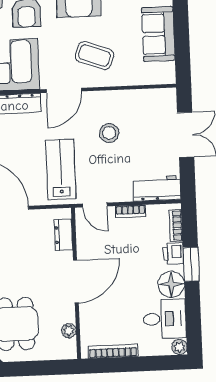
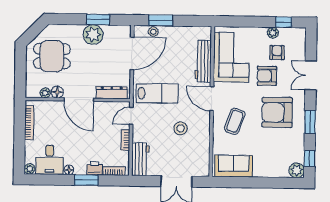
sofa: (158, 34) -> (234, 166), moved
dresser: (63, 235) -> (112, 93), width x1.44
floor lamp: (171, 284) -> (69, 170), width x0.53, depth x0.53
floor lamp: (67, 313) -> (57, 92), added

